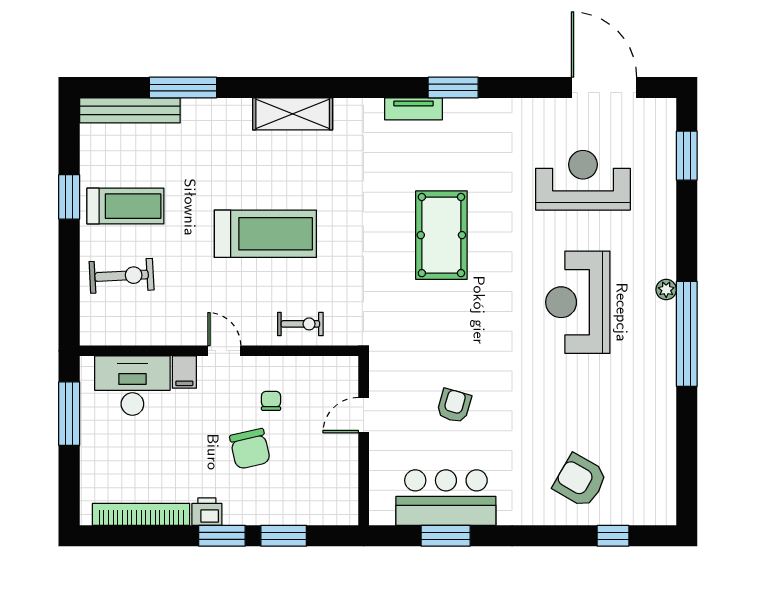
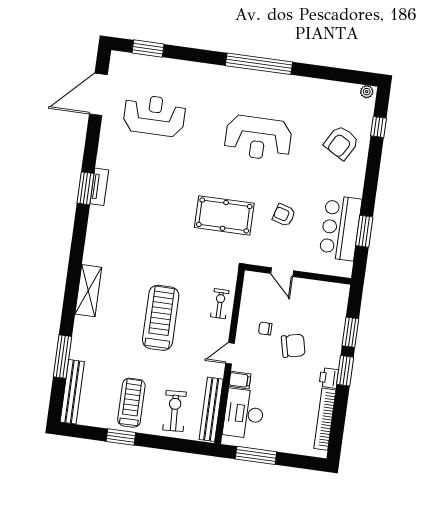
tv unit: (414, 109) -> (99, 187), moved
reception desk: (583, 180) -> (154, 115), turned 90
pool table: (441, 235) -> (224, 215), moved
plant: (666, 290) -> (367, 92), moved
reception desk: (578, 302) -> (258, 138), moved
bench: (132, 333) -> (211, 409), added

